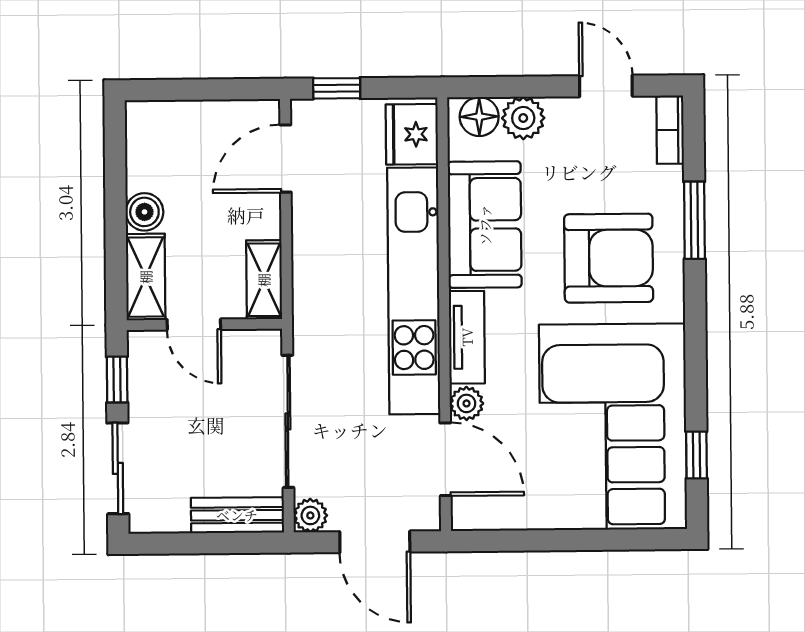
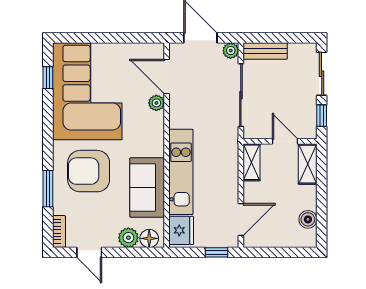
boiler: (144, 212) -> (308, 219), moved
kitchen unit: (414, 291) -> (181, 172), width x0.73
tv unit: (467, 337) -> (156, 134), removed

